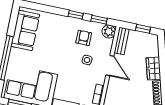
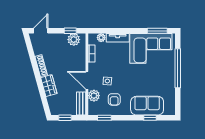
window: (76, 15) -> (150, 118), moved
sofa: (25, 30) -> (147, 106), moved, turned 90
plant: (109, 31) -> (94, 96), moved

